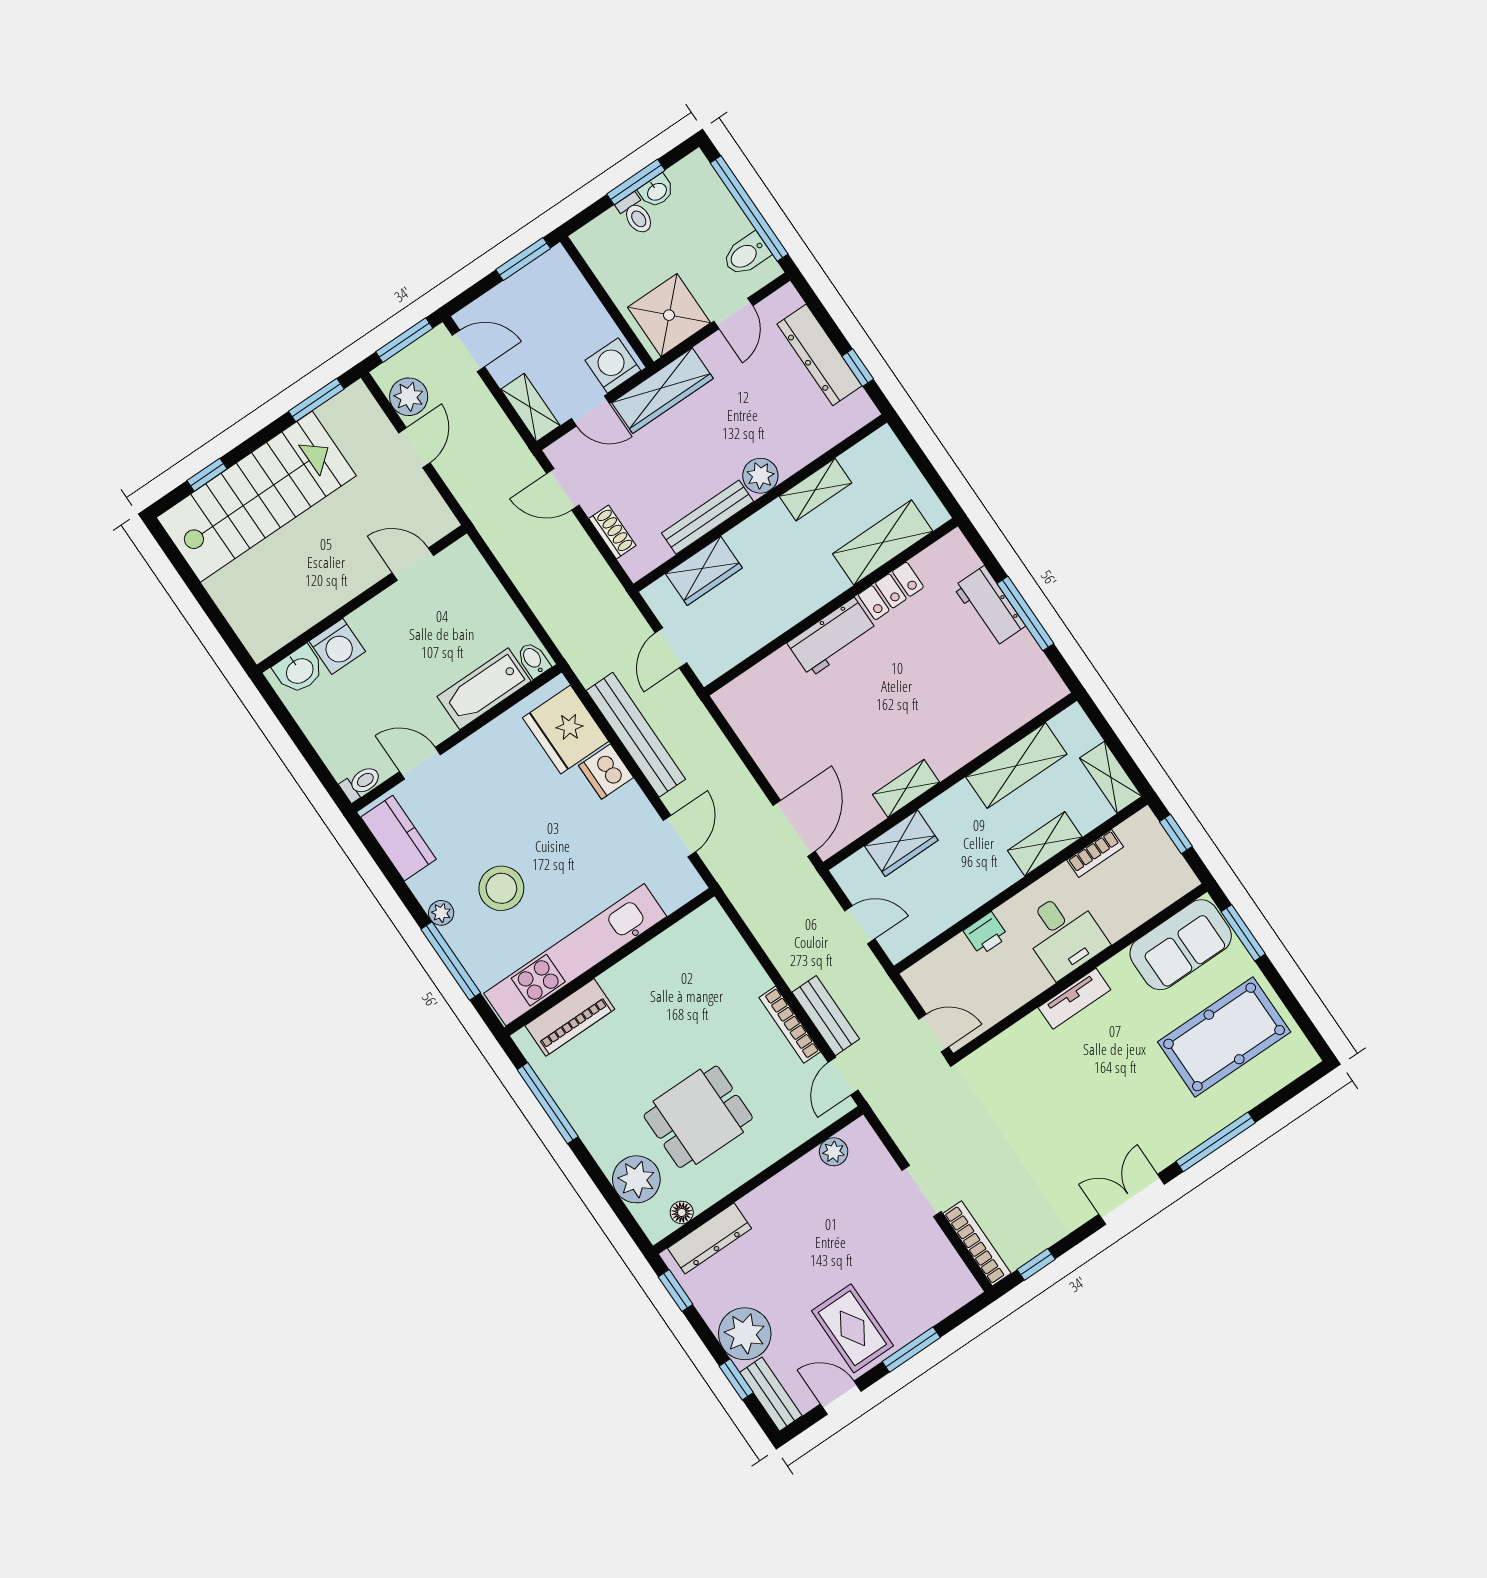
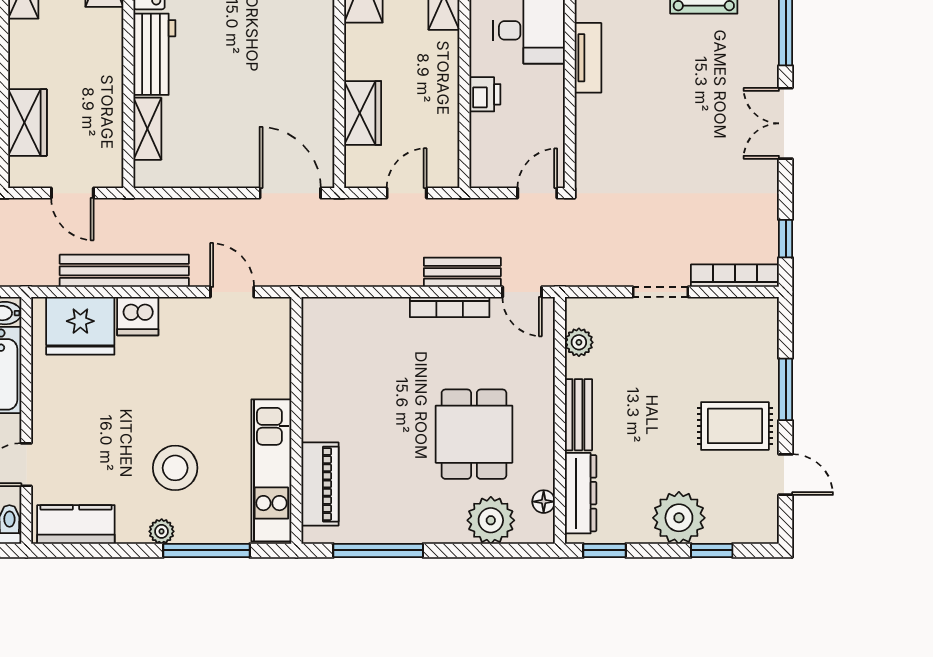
shelving: (906, 788) -> (147, 129), moved
kitchen unit: (575, 955) -> (271, 470), width x0.73
bench: (771, 1394) -> (578, 415), moved, turned 90
door: (841, 1398) -> (786, 475), swing flipped

